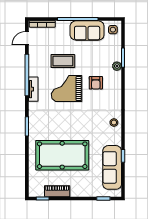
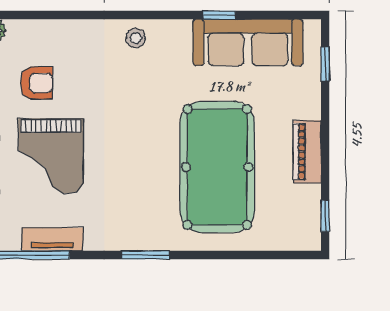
piano: (57, 191) -> (307, 152), moved

